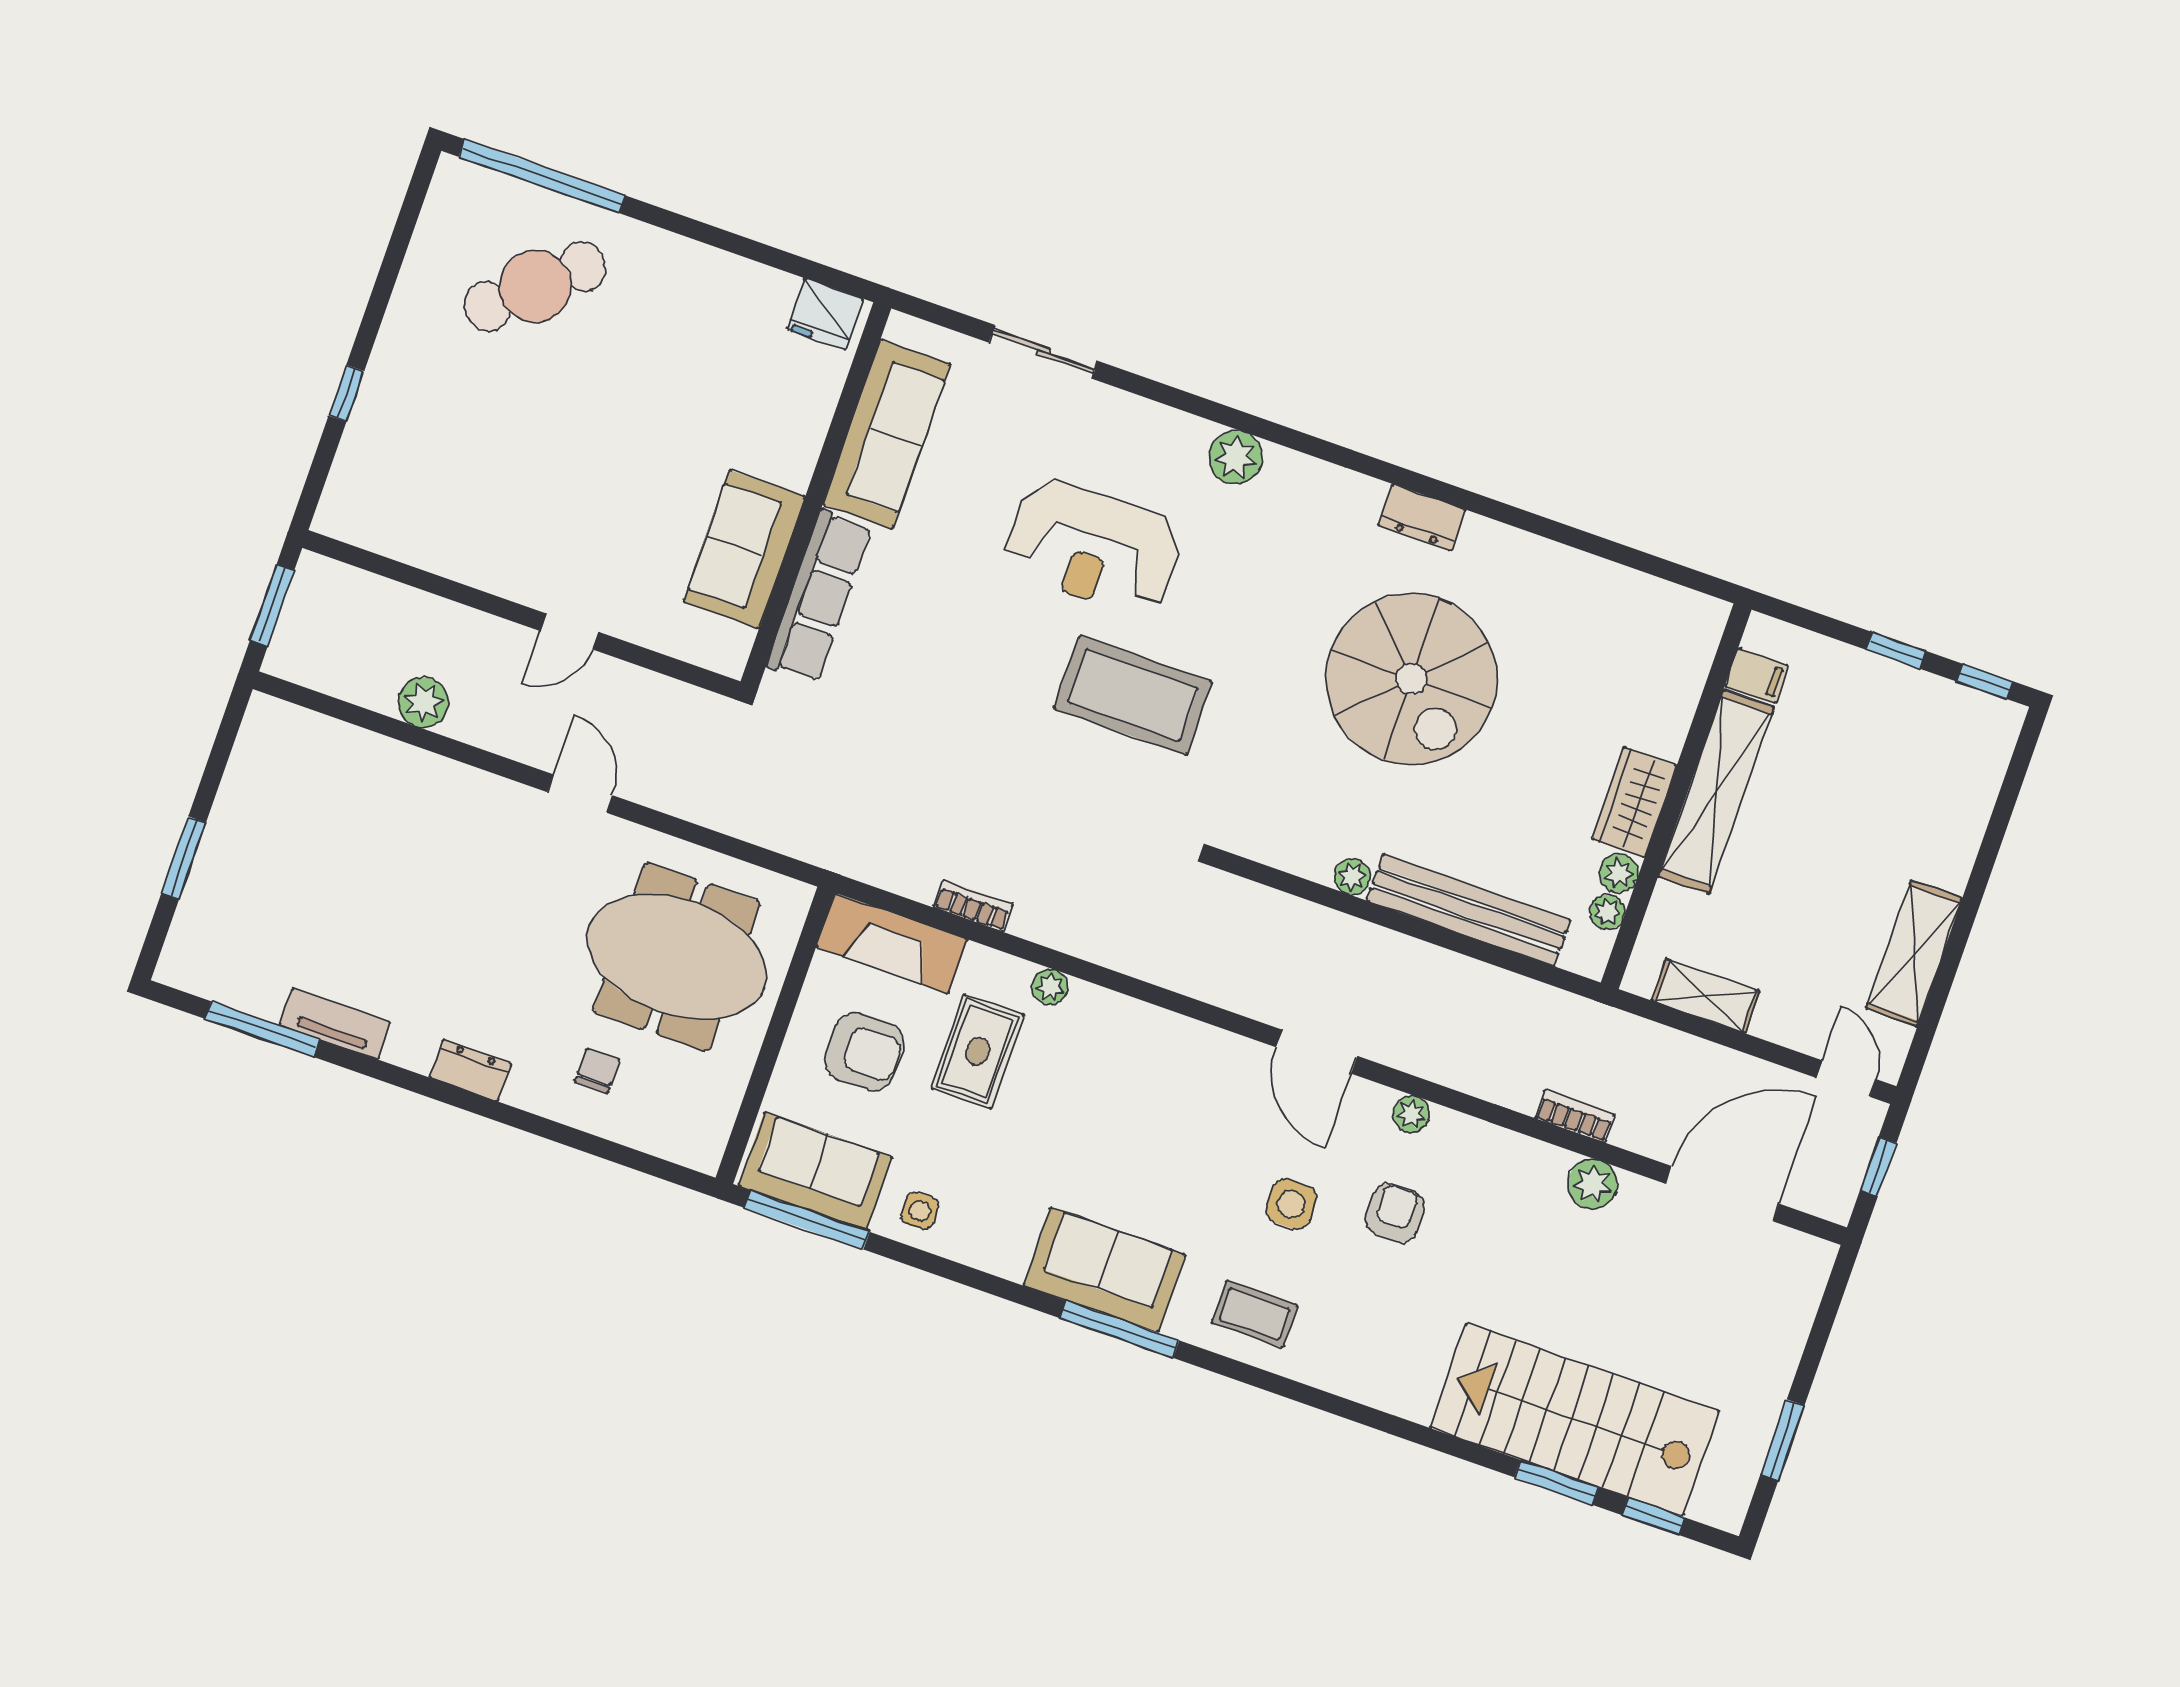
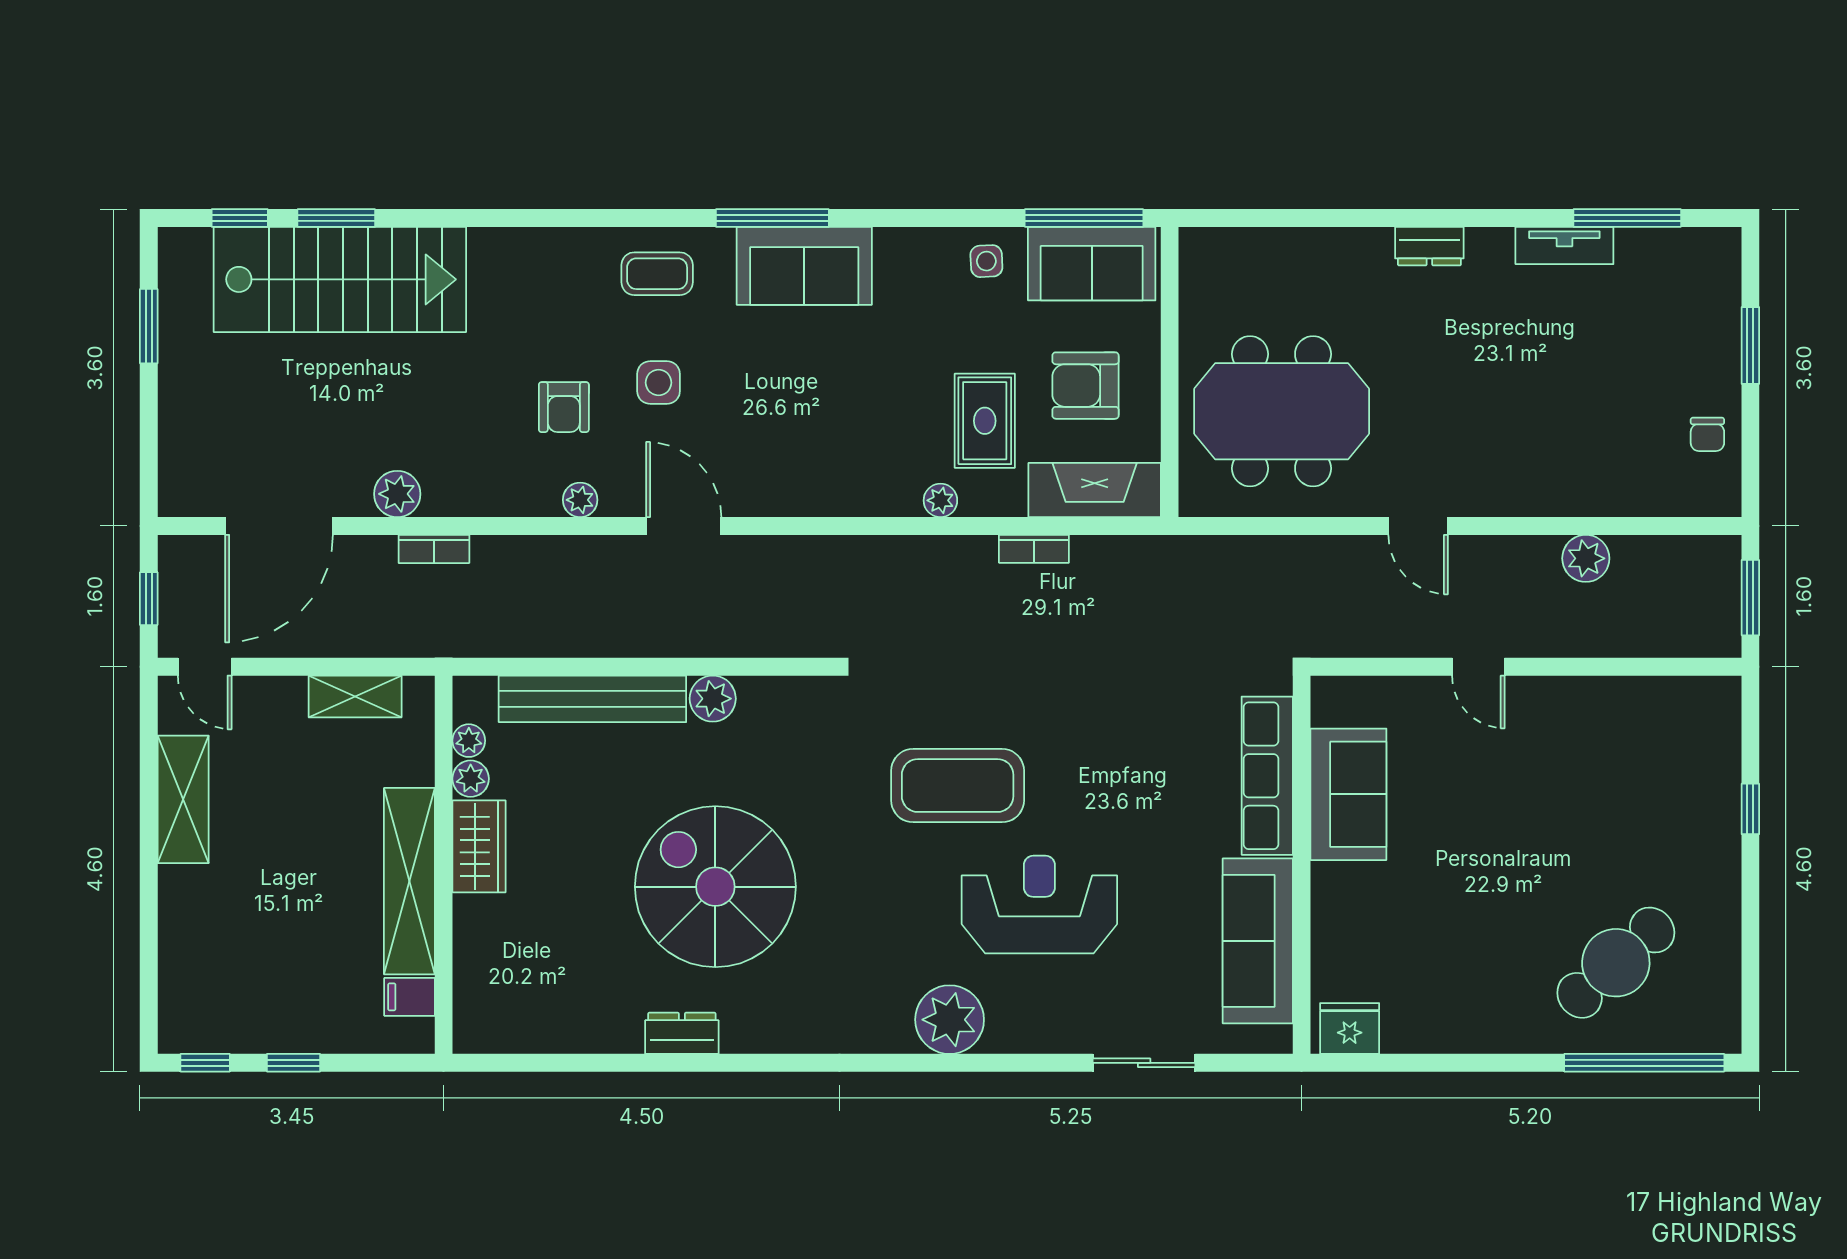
plant: (1236, 457) -> (950, 1020), width x1.36, depth x1.36
dresser: (1422, 517) -> (682, 1033), moved
door: (569, 631) -> (1478, 667), swing flipped
plant: (1352, 877) -> (713, 699), width x1.38, depth x1.38
chair: (597, 1071) -> (1707, 434), moved

